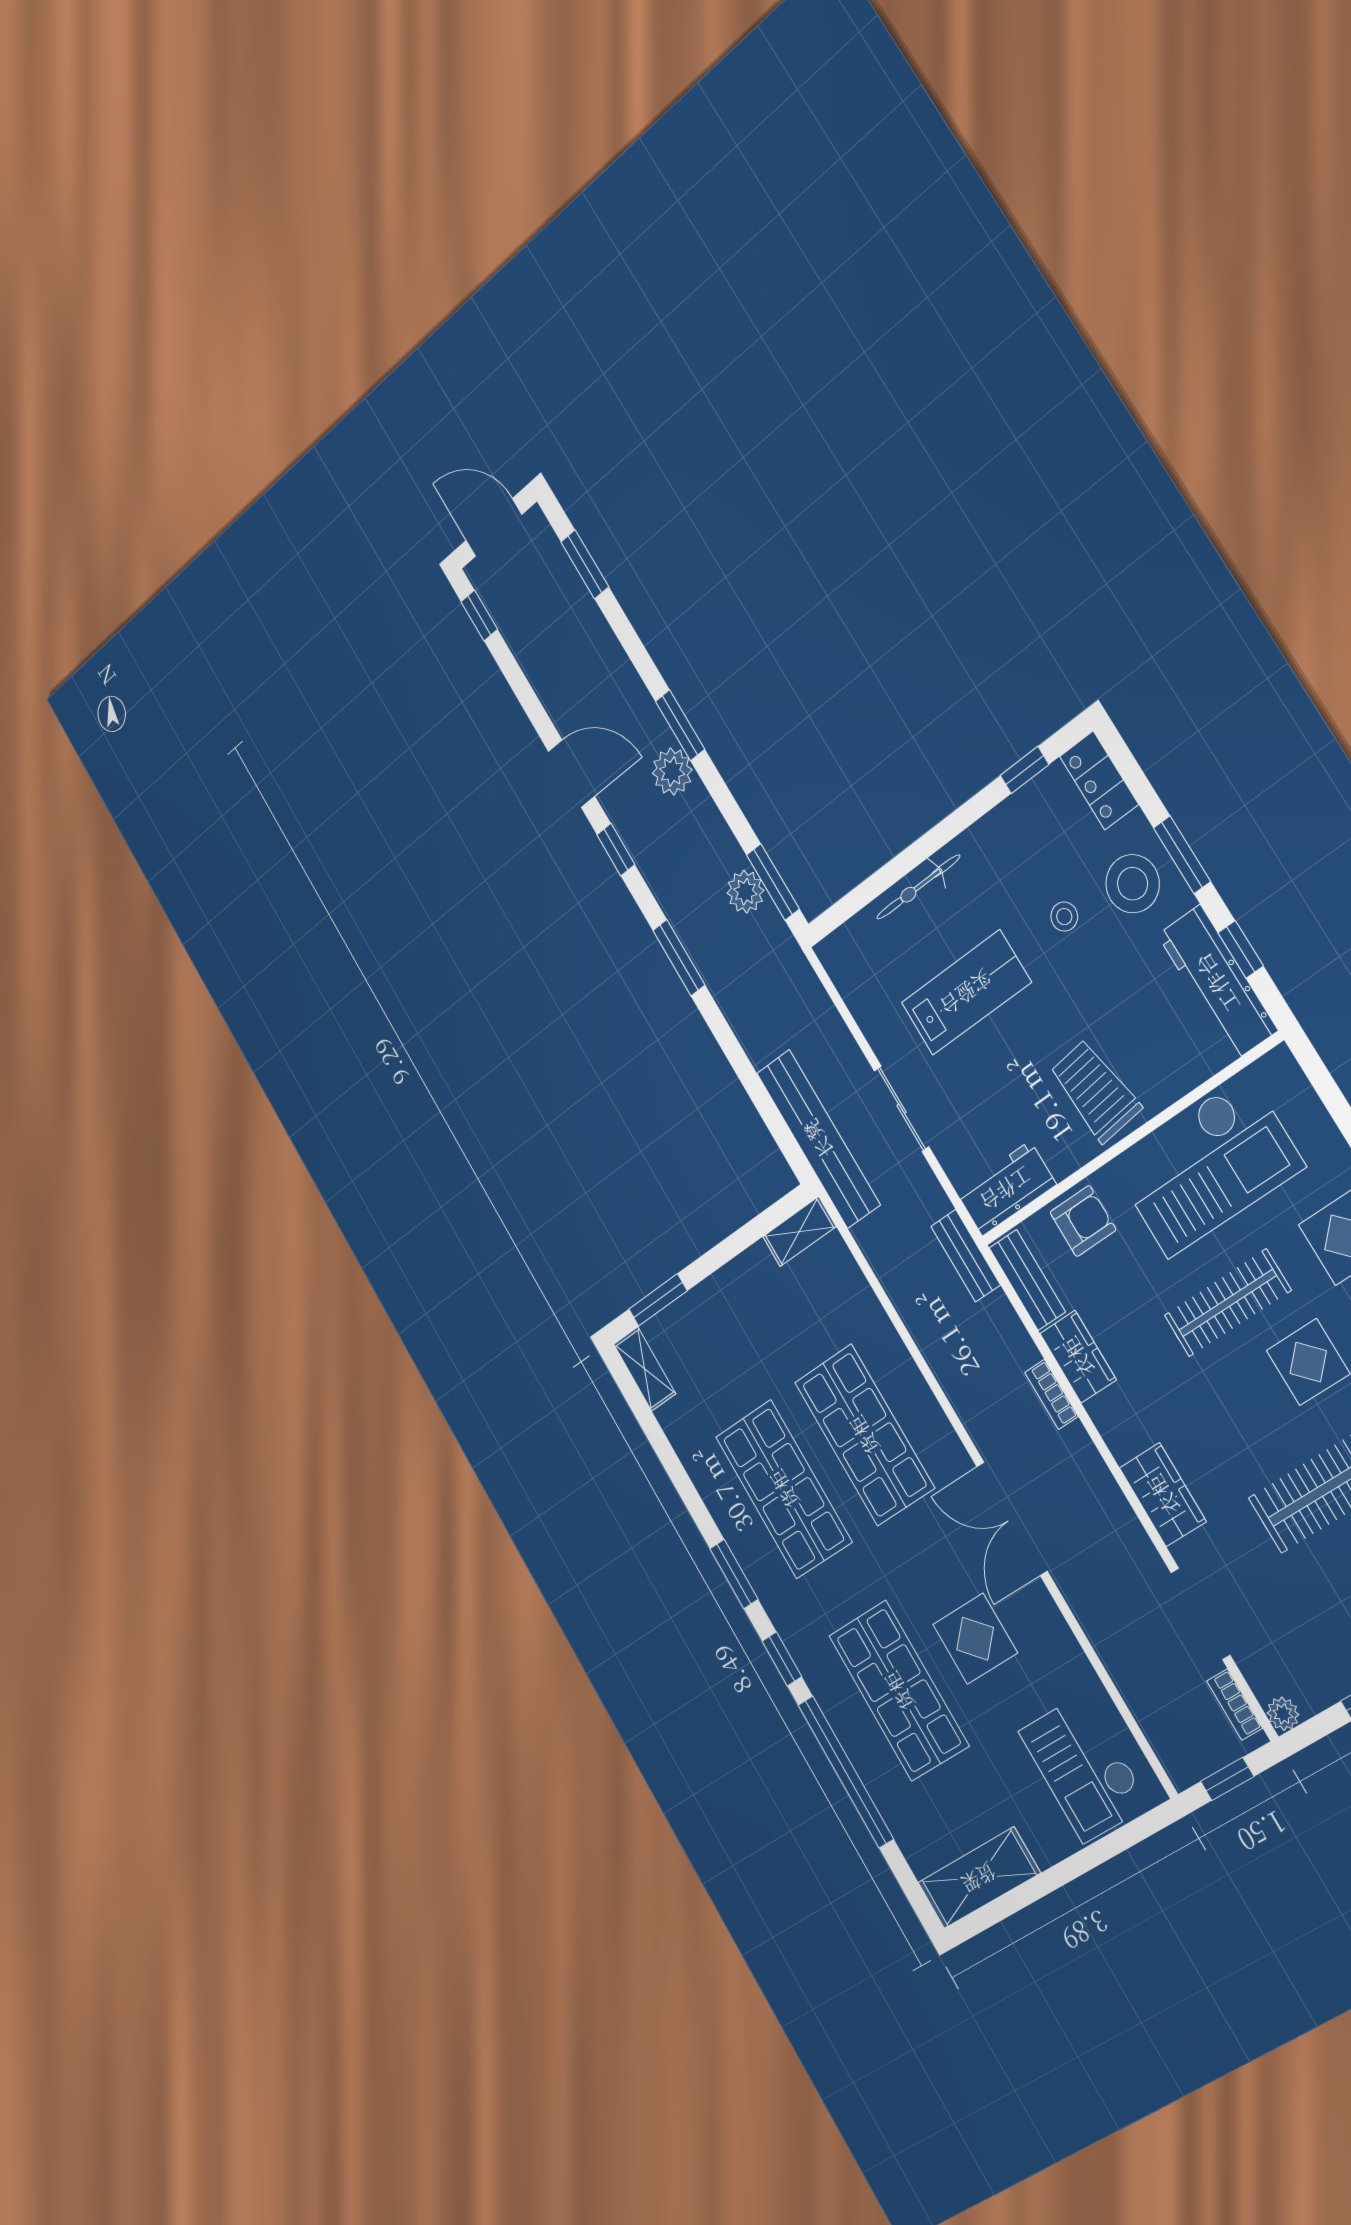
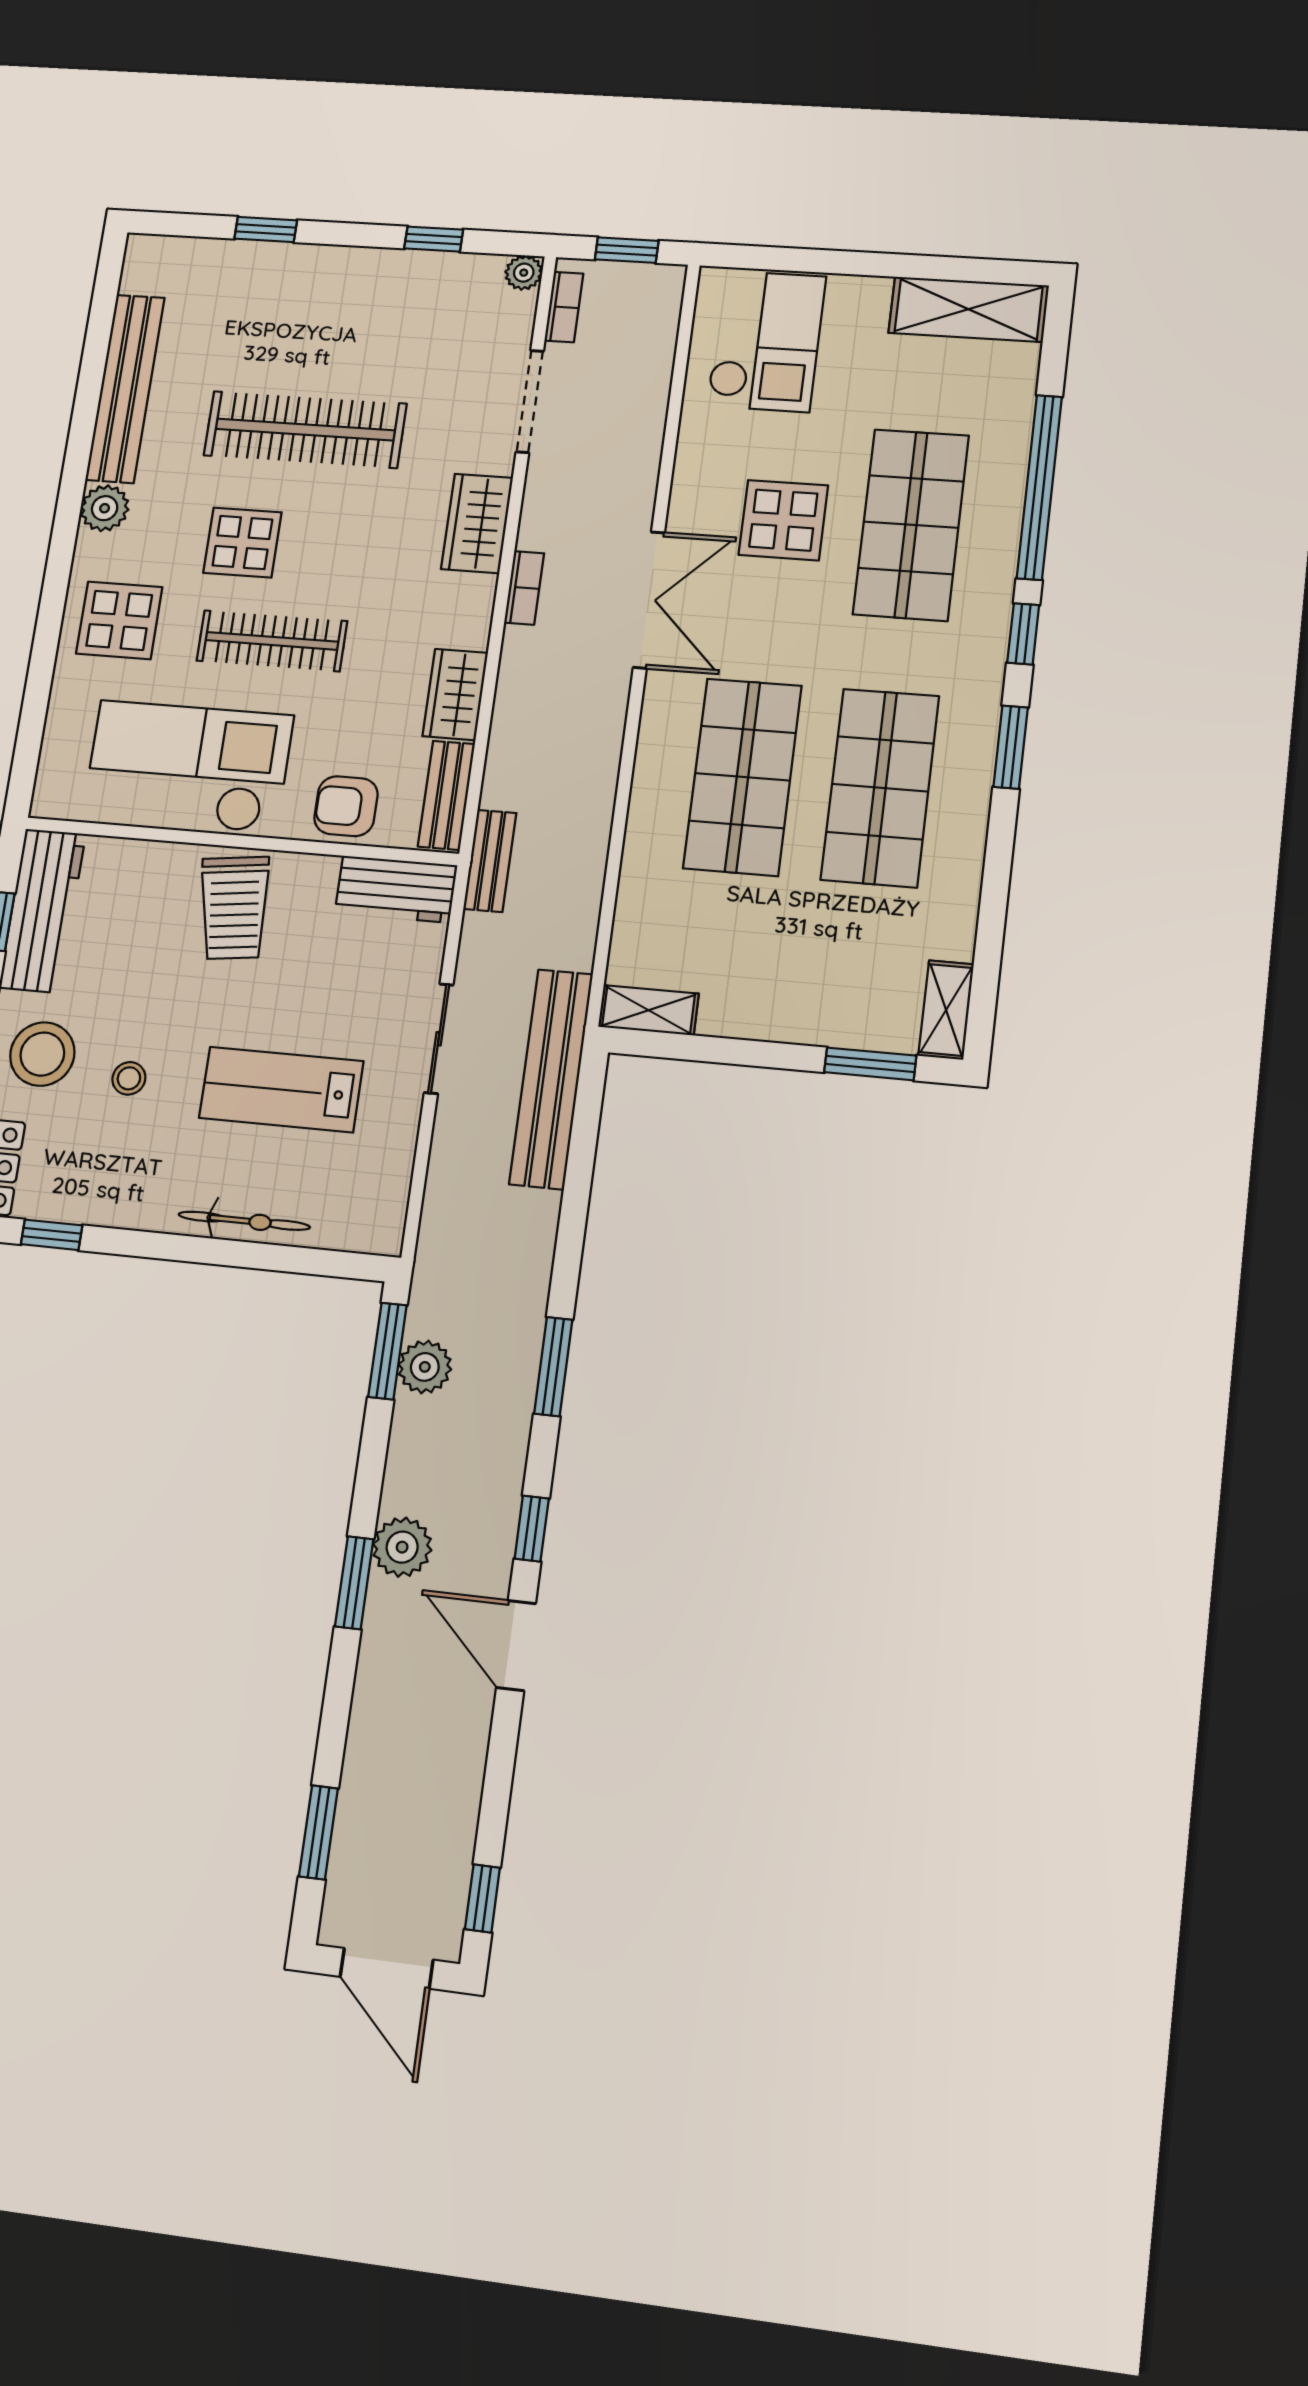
bookcase: (1051, 1394) -> (524, 588), moved

